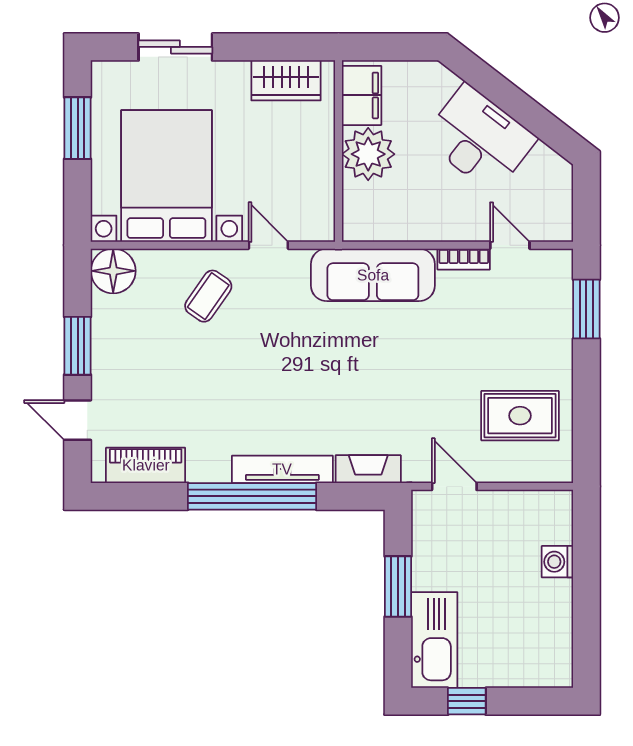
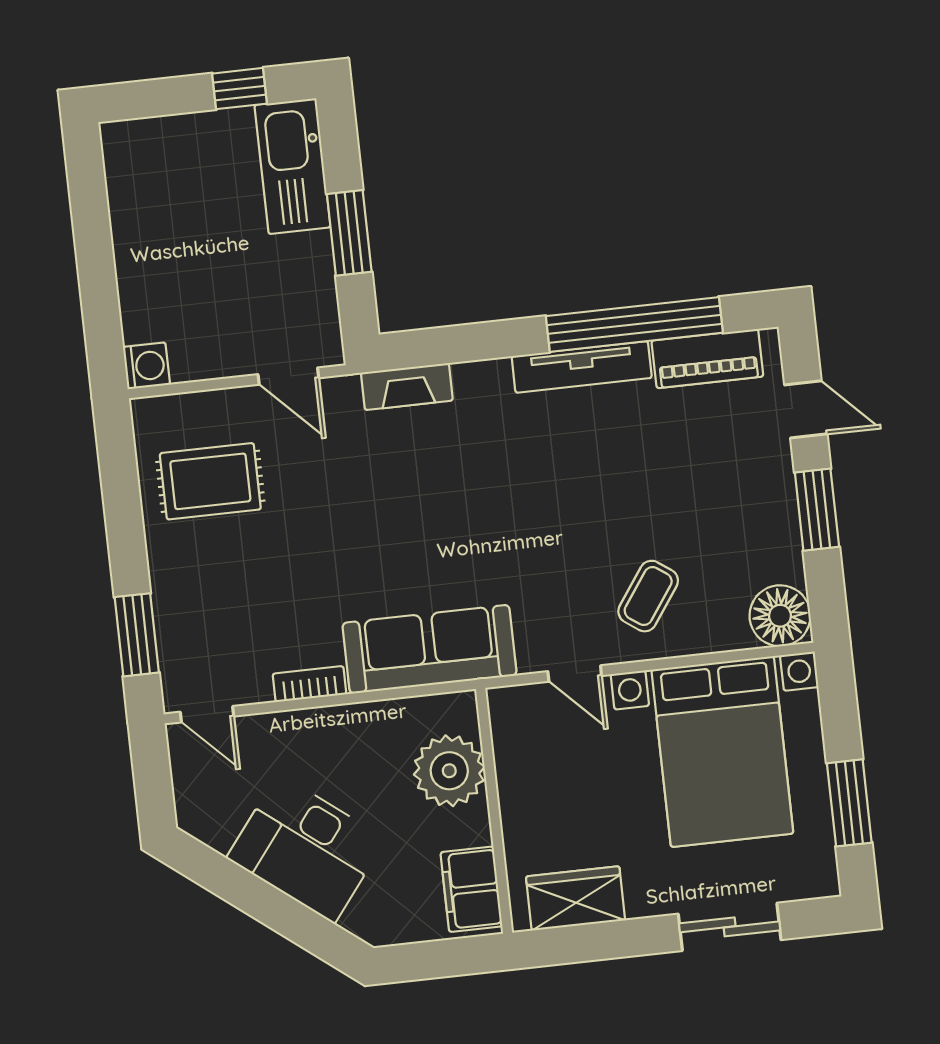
plant: (368, 154) -> (449, 771), moved
door: (510, 245) -> (207, 714), moved
tv unit: (282, 469) -> (582, 367), moved
window: (252, 496) -> (634, 324), moved
washing machine: (557, 562) -> (147, 366), moved

